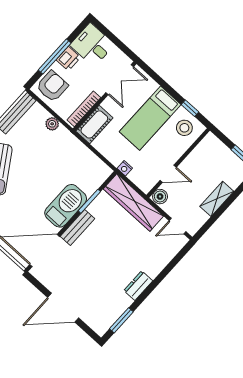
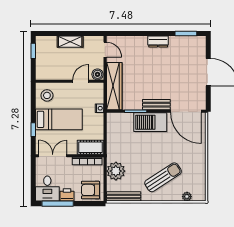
window: (55, 57) -> (58, 204), moved
window: (190, 108) -> (33, 130), moved
plant: (52, 124) -> (116, 171), width x1.87, depth x1.87
door: (168, 174) -> (81, 81), hinge flipped

